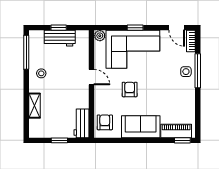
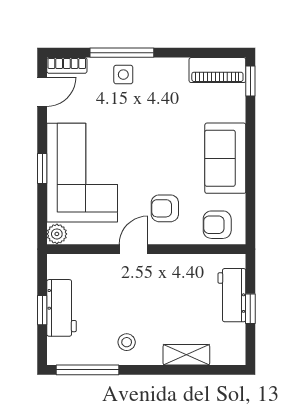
armchair: (130, 89) -> (165, 208), moved
workbench: (82, 123) -> (232, 295), moved, turned 90
piano: (176, 131) -> (217, 70), moved, turned -90

